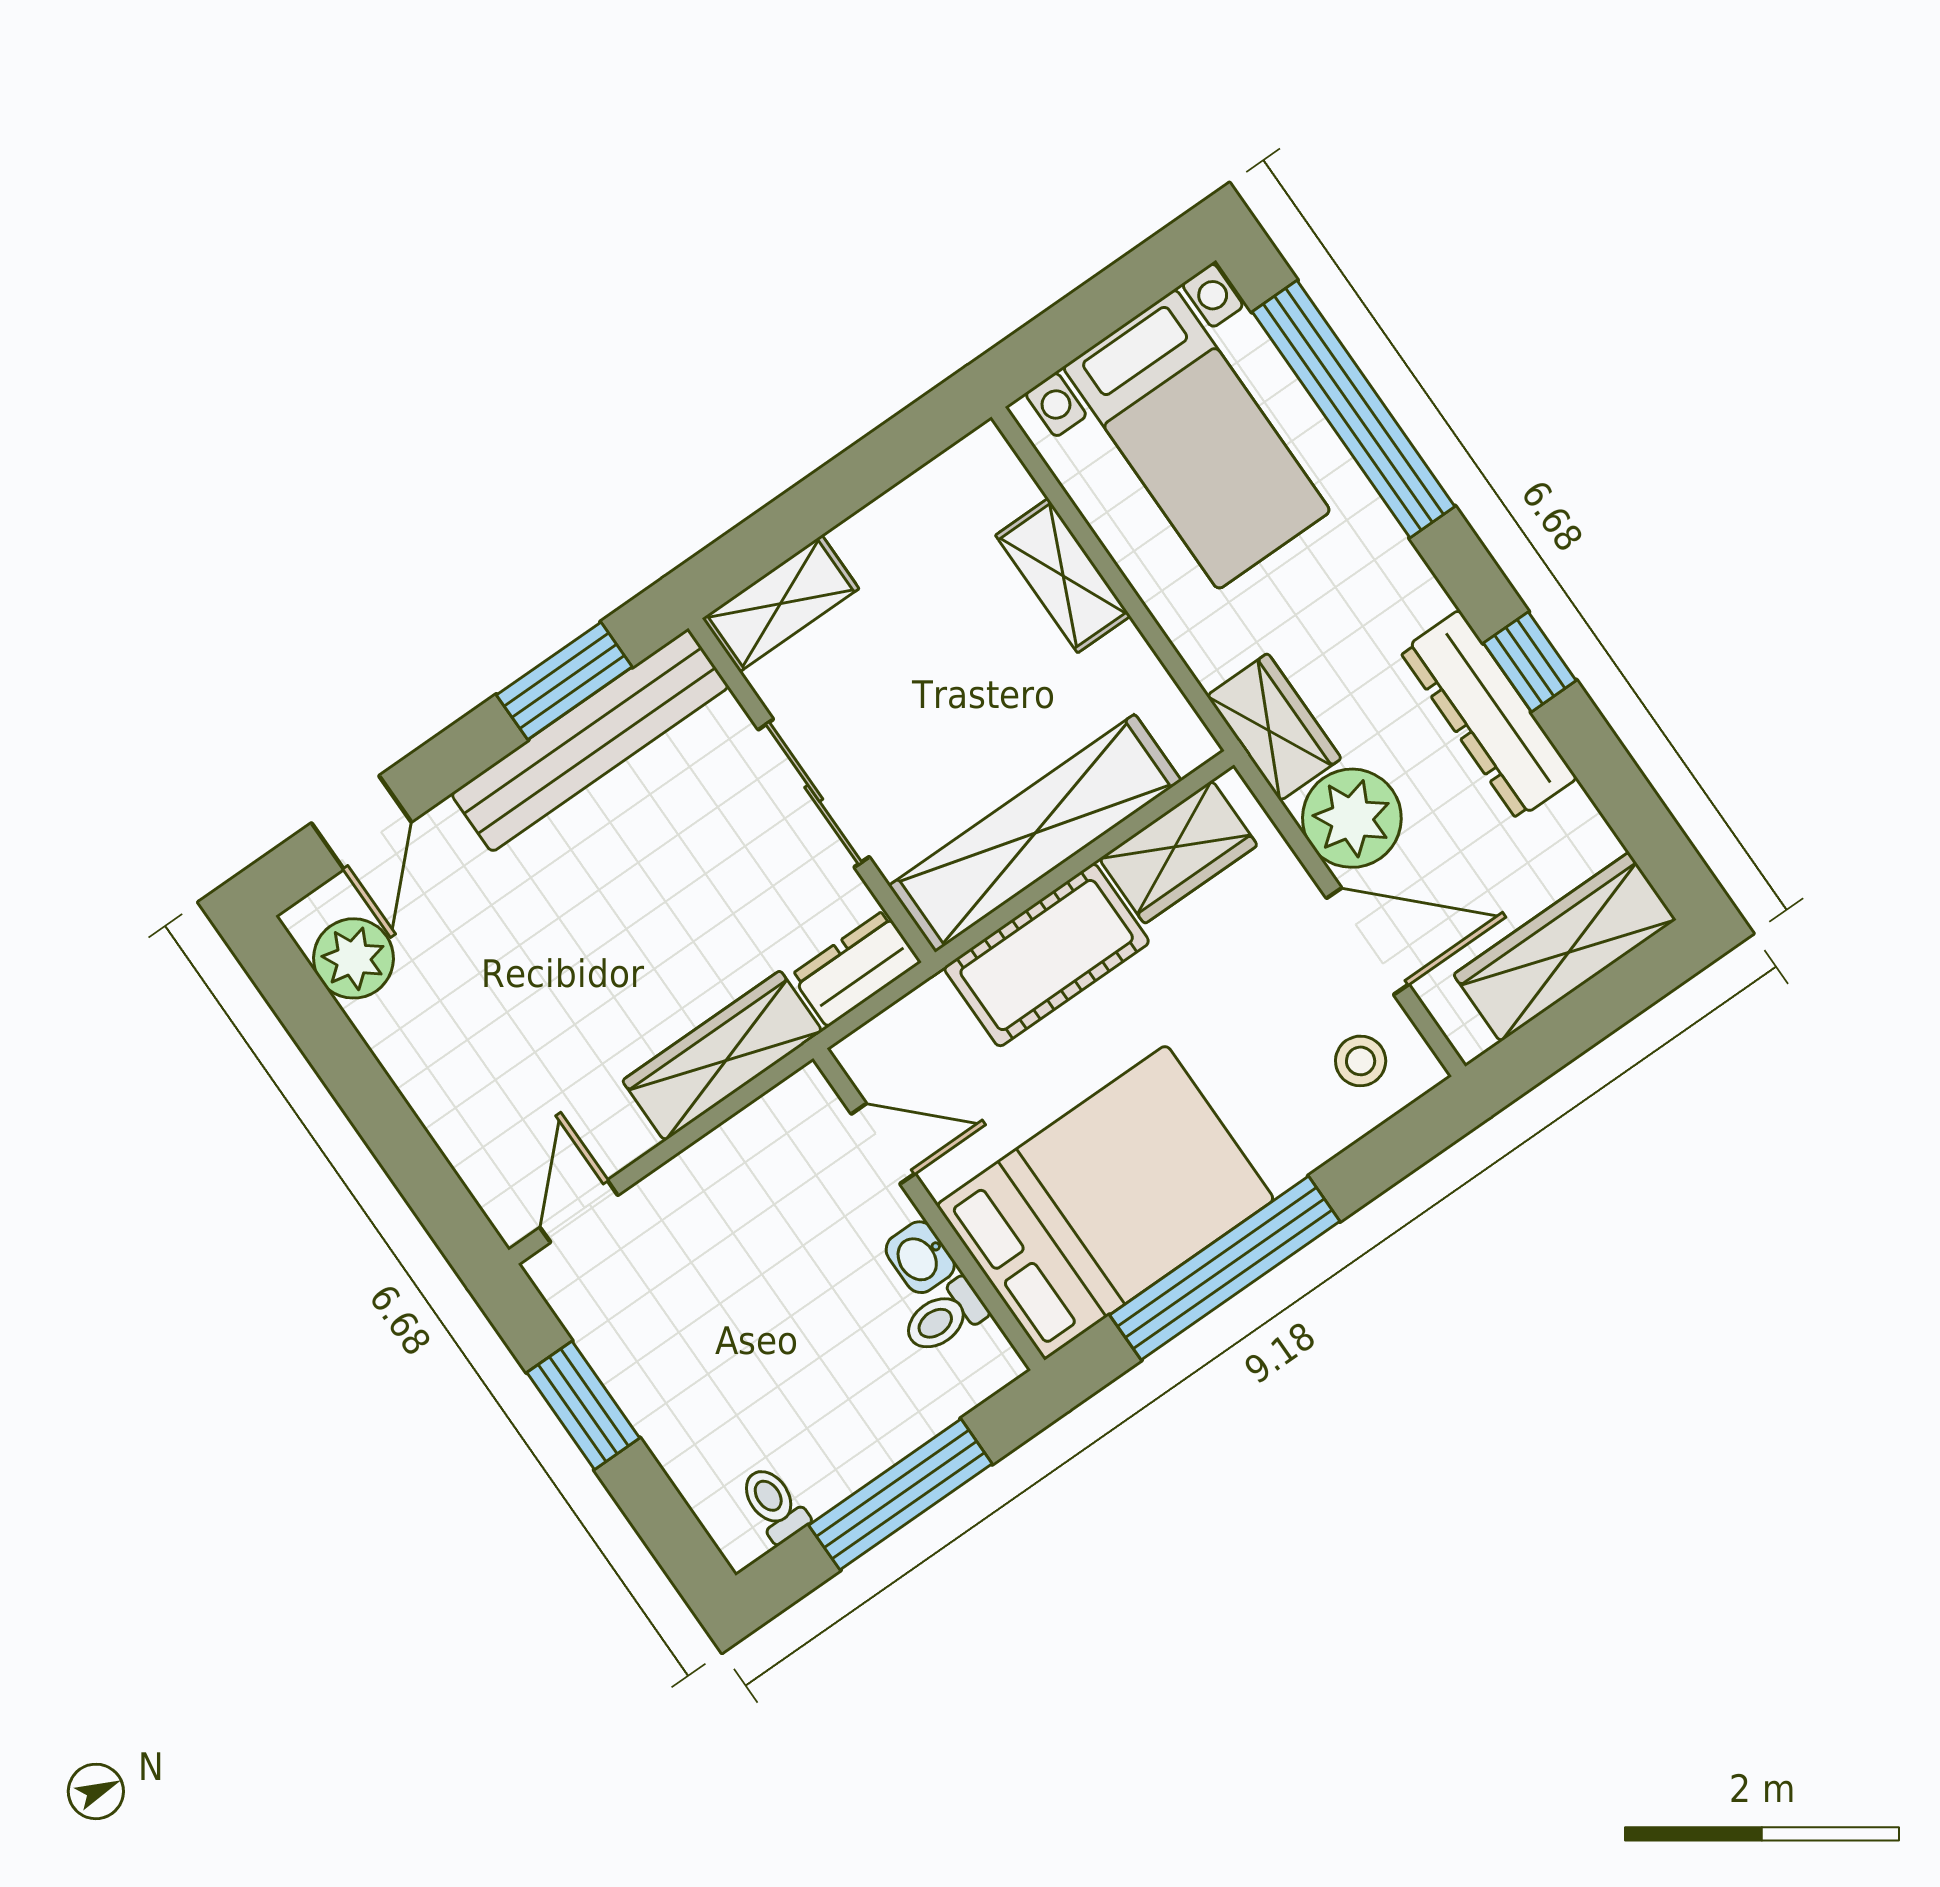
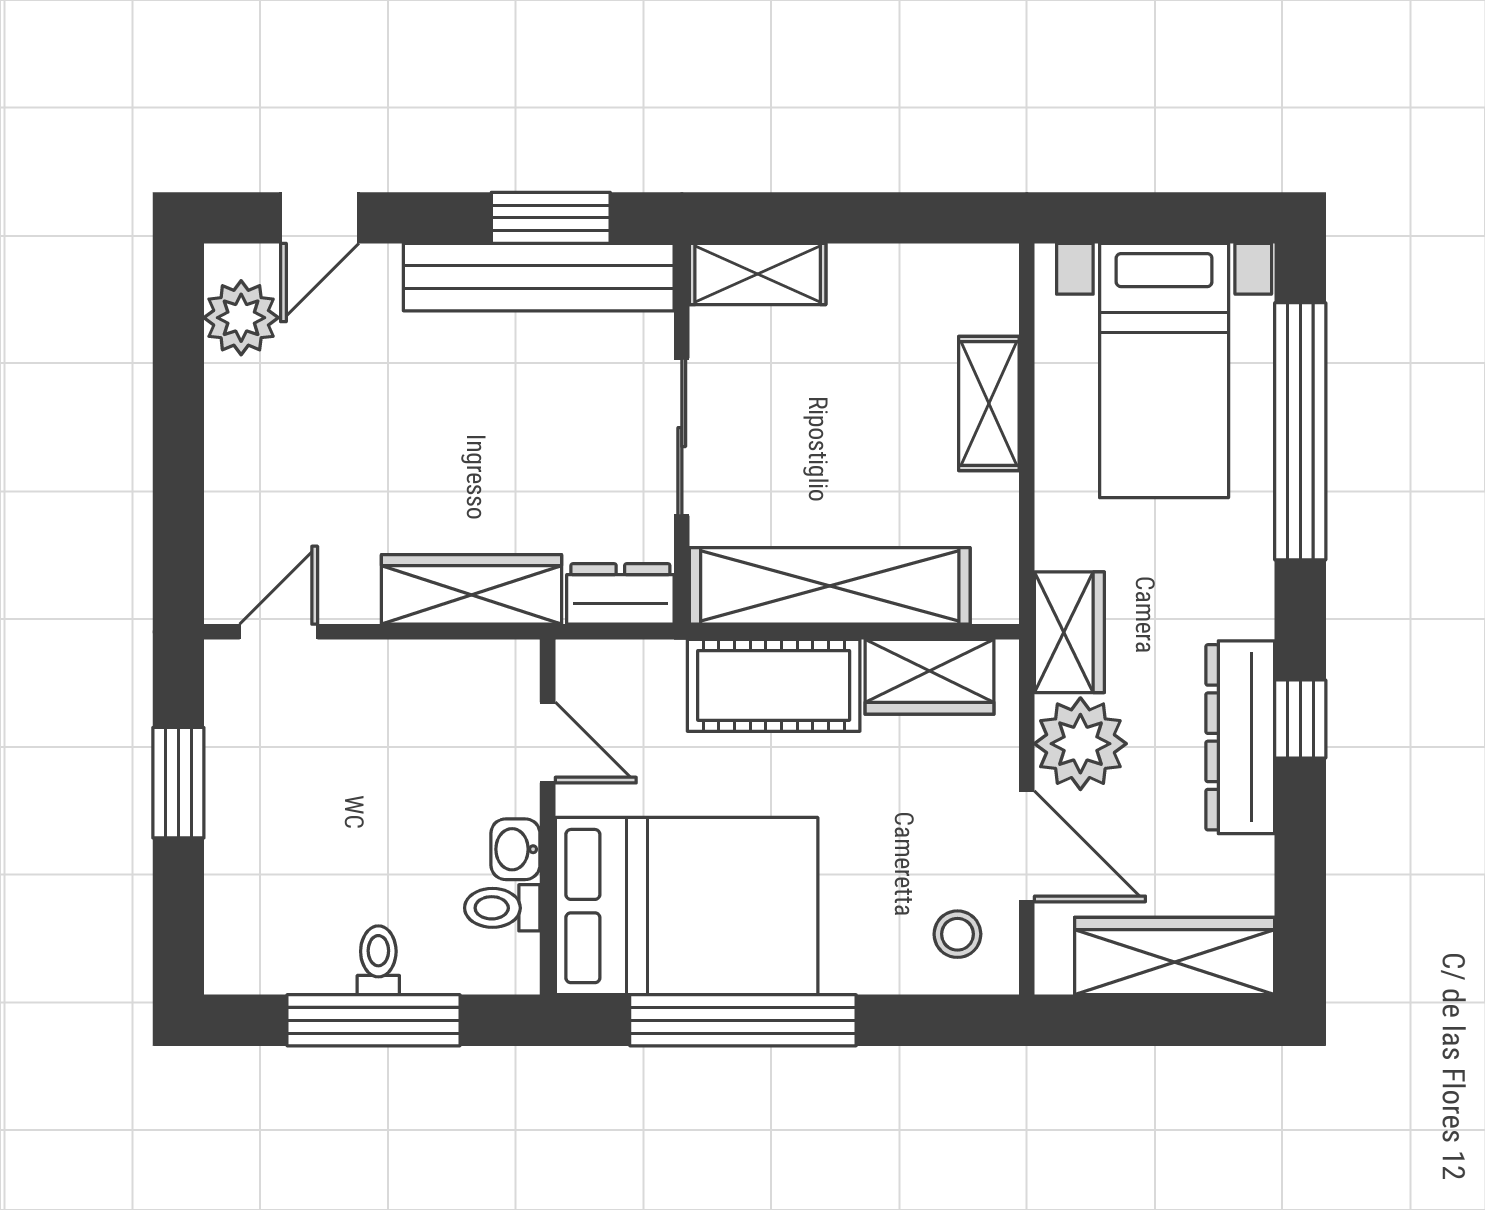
toilet: (774, 1504) -> (378, 960), moved

